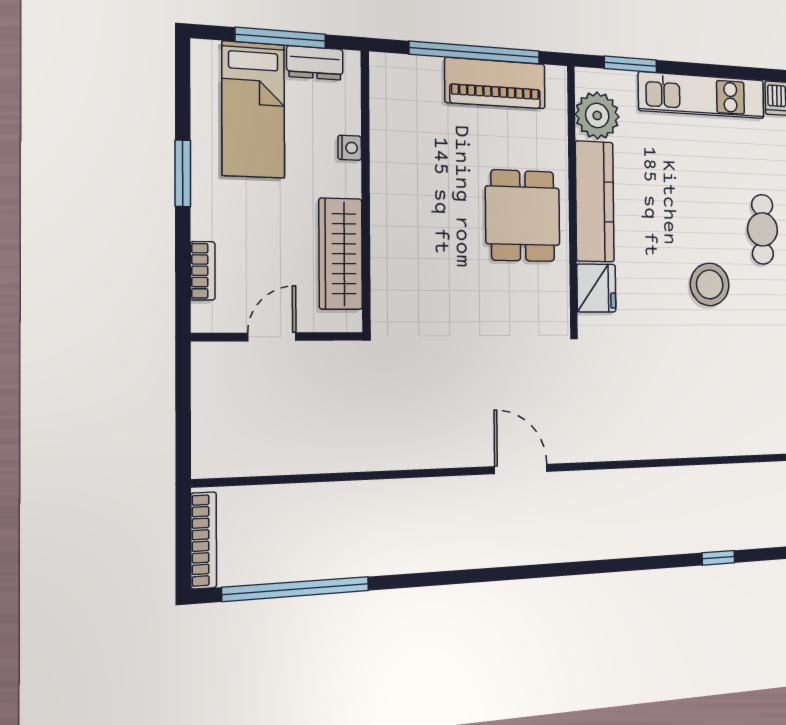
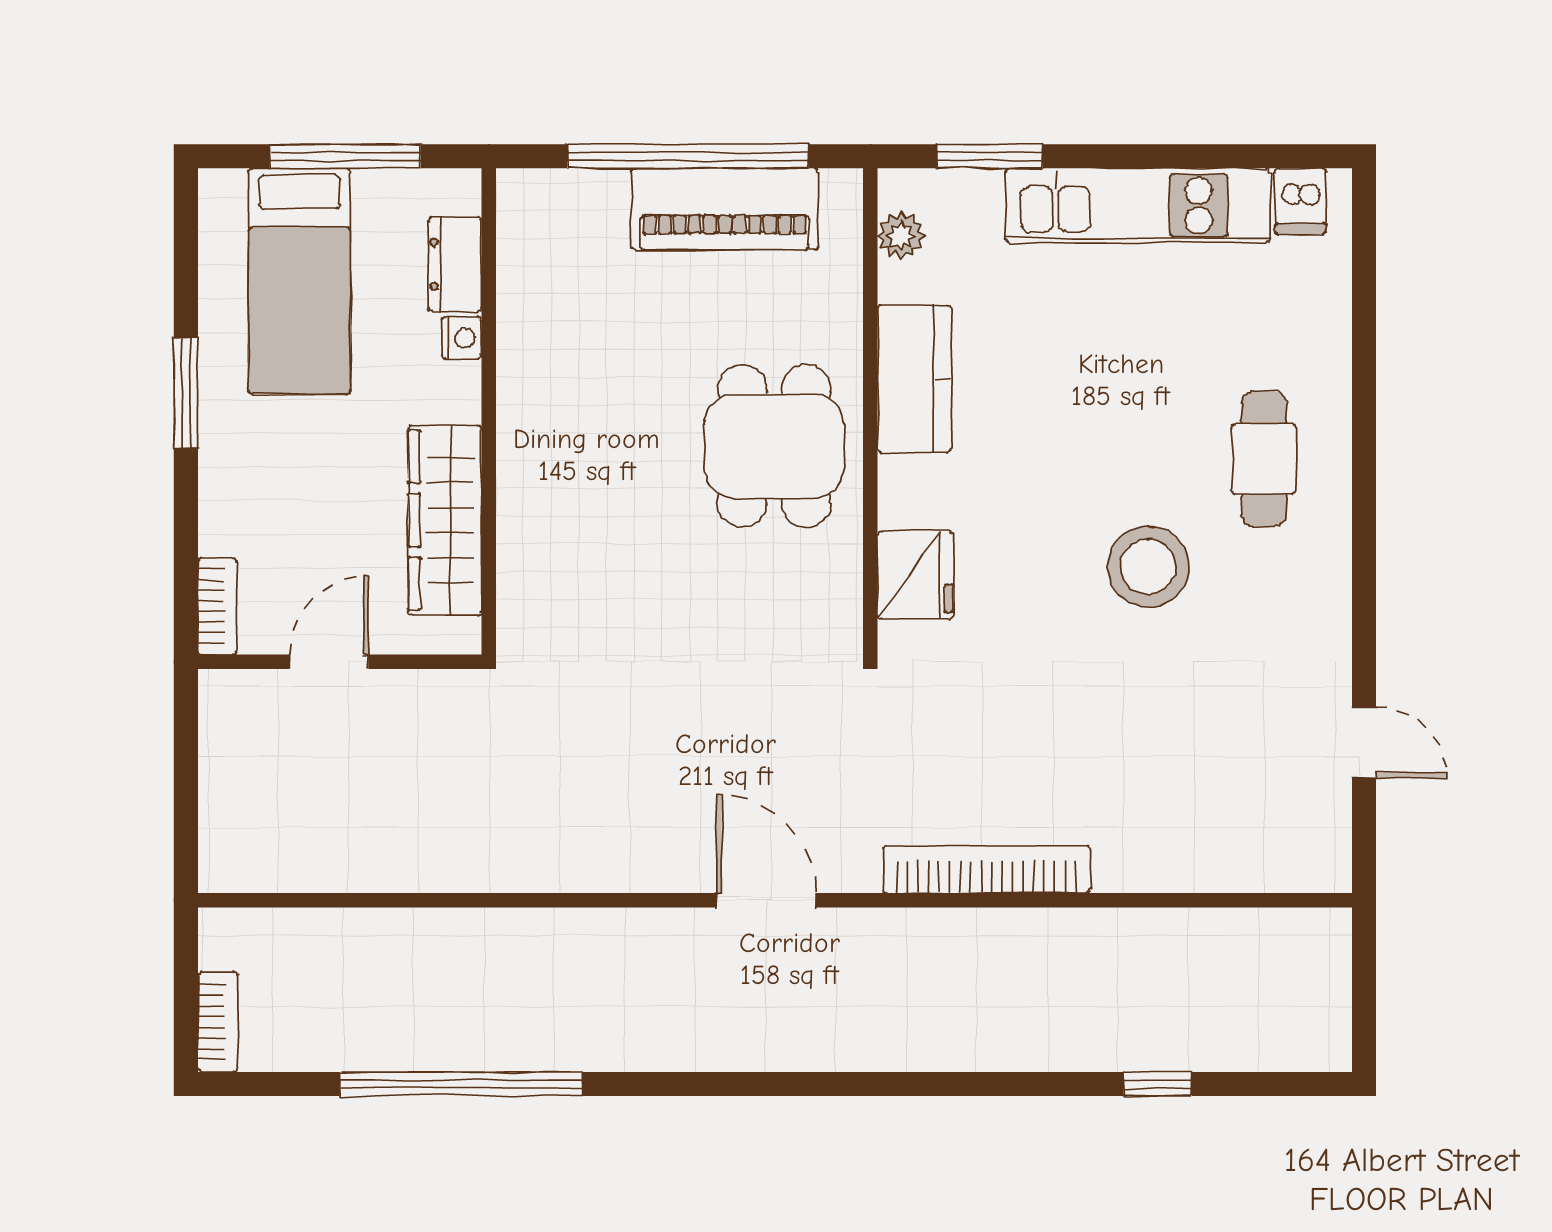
dresser: (315, 63) -> (455, 264), moved, turned 90
plant: (597, 115) -> (901, 236), width x0.53, depth x0.53
kitchen counter: (595, 201) -> (914, 379), width x0.67
bookcase: (203, 271) -> (217, 606), moved
bookcase: (634, 447) -> (986, 870), added
bookcase: (204, 540) -> (218, 1022), width x0.64
window: (296, 589) -> (461, 1084), moved

